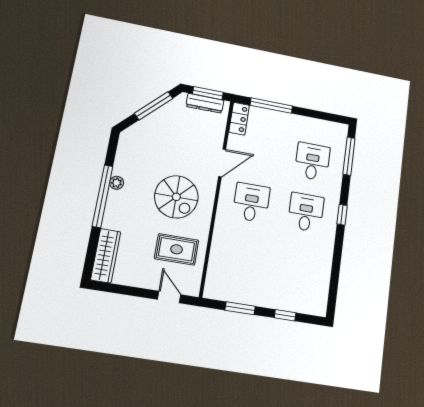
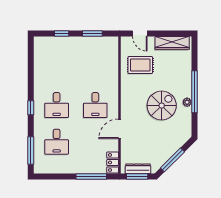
spiral stairs: (176, 197) -> (162, 106), moved, turned 90
wardrobe: (106, 256) -> (172, 43), moved, turned -90

